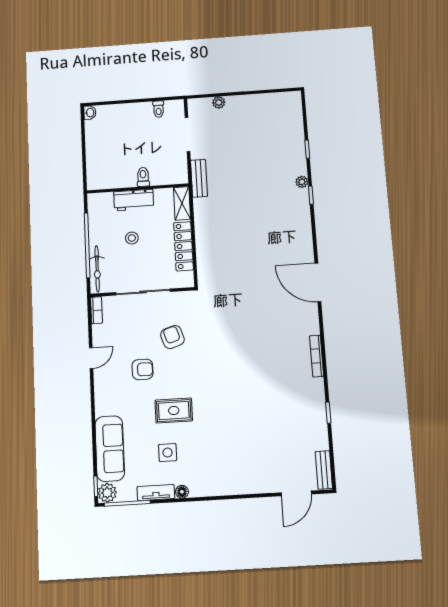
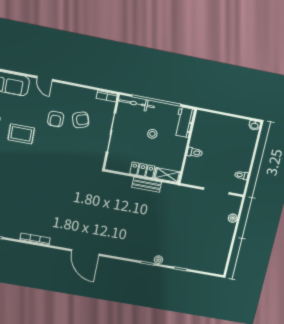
bench: (199, 178) -> (147, 185), moved
workbench: (134, 200) -> (184, 122), moved
locker: (184, 246) -> (142, 170), width x0.66
door: (318, 282) -> (85, 252), swing flipped
armchair: (172, 337) -> (81, 120), moved
door: (91, 358) -> (45, 79), moved
rug: (174, 411) -> (21, 134), turned 90

